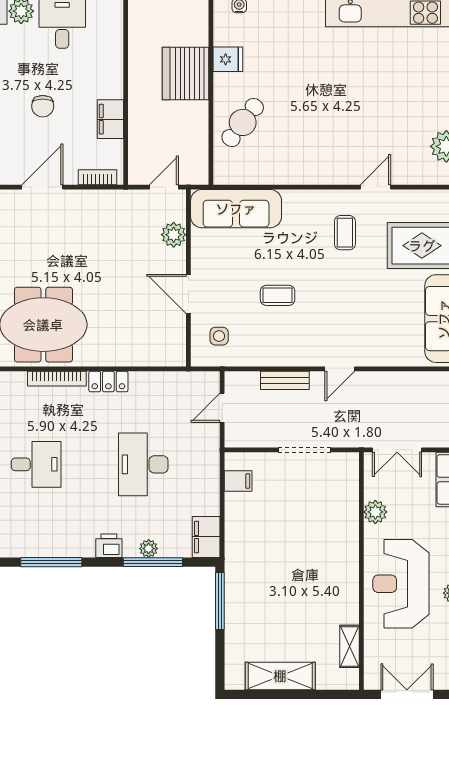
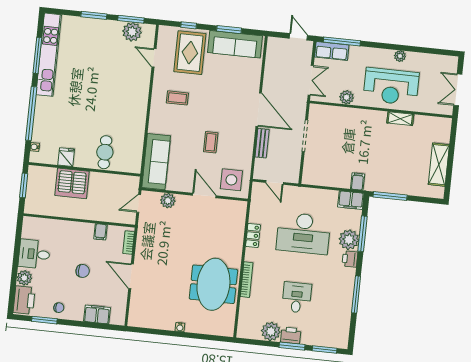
filing cabinet: (110, 119) -> (100, 232), width x0.50
cafe table: (243, 122) -> (105, 152), turned 53
door: (164, 187) -> (139, 203), hinge flipped
door: (376, 187) -> (154, 58), moved
door: (188, 294) -> (204, 195), swing flipped
side table: (219, 336) -> (231, 180), width x1.87, depth x1.87
door: (340, 369) -> (259, 110), width x1.88
locker: (108, 382) -> (253, 236), moved
desk: (143, 464) -> (303, 233), width x1.36, depth x1.30
filing cabinet: (238, 481) -> (358, 182), moved
plant: (149, 549) -> (349, 240), width x1.88, depth x1.88
shelving: (349, 646) -> (400, 119), moved

